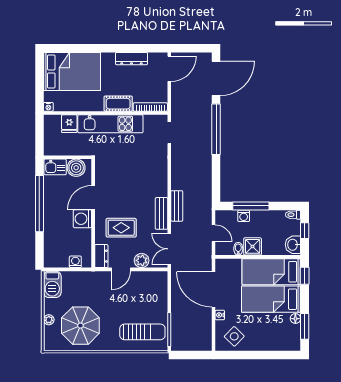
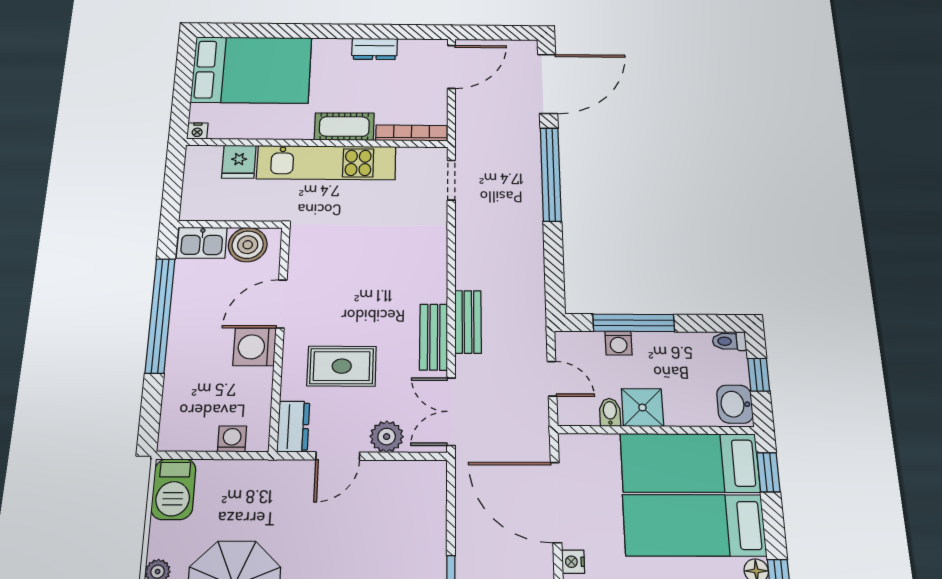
dresser: (131, 59) -> (375, 49), width x0.70

